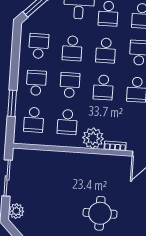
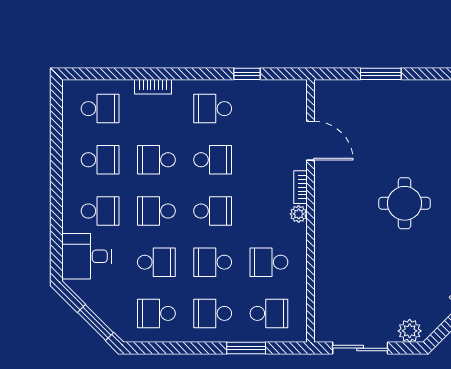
school desk: (106, 50) -> (156, 211), turned 180
school desk: (67, 122) -> (269, 262), turned 180
plant: (93, 138) -> (299, 214), width x0.53, depth x0.53

